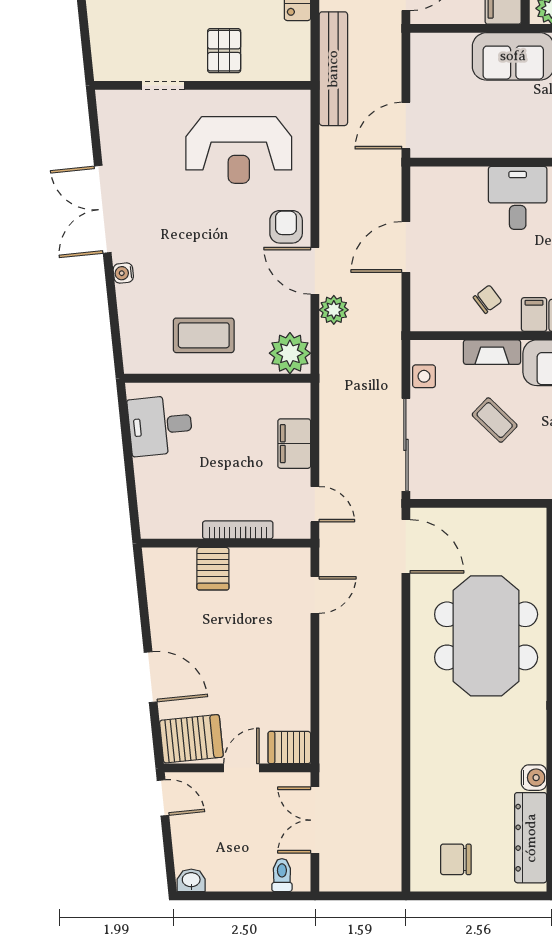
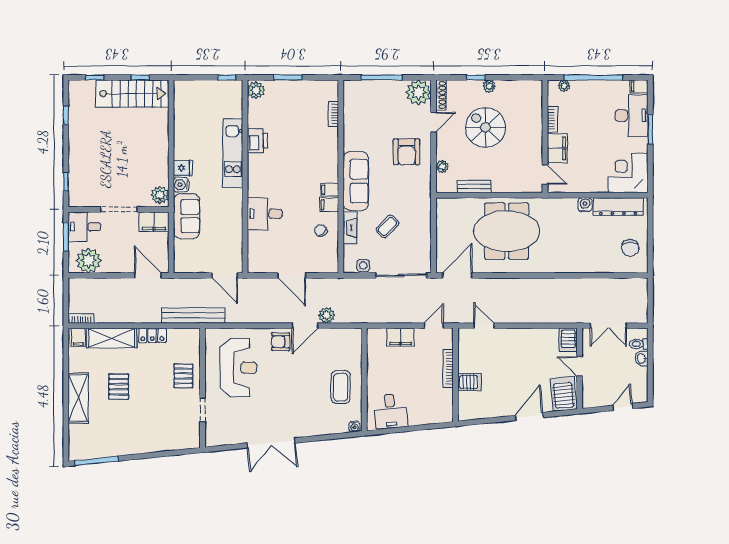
pallet: (224, 51) -> (183, 376), turned 90
water cooler: (123, 273) -> (354, 427), moved
plant: (290, 353) -> (351, 340), removed
door: (163, 798) -> (623, 407), moved
washbasin: (191, 880) -> (642, 358), moved

